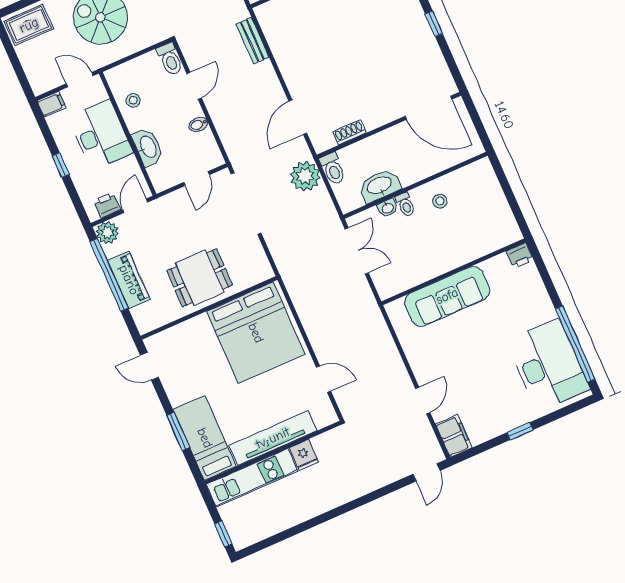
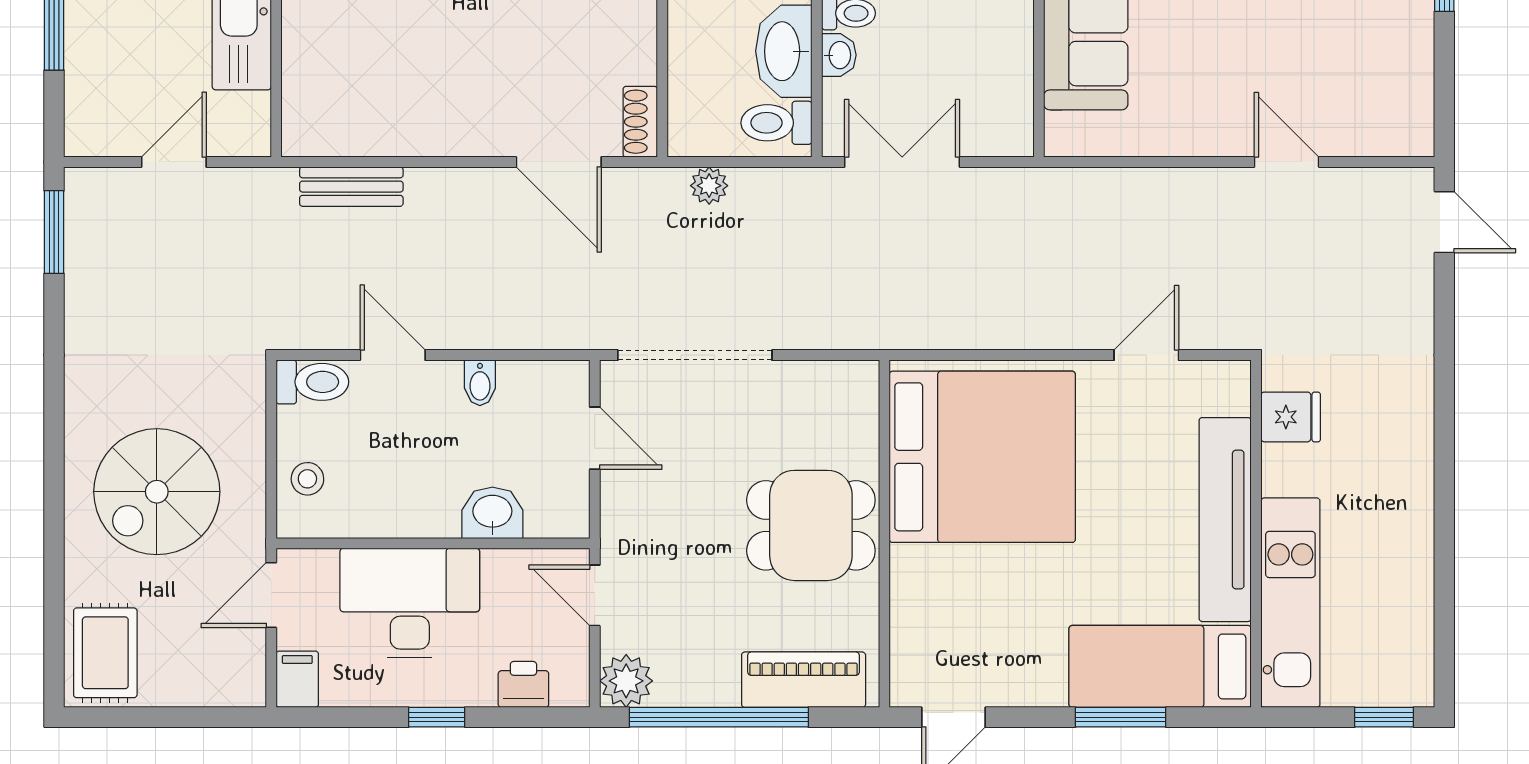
stool: (133, 100) -> (307, 479), moved
shoe rack: (349, 132) -> (640, 122), moved
washbasin: (148, 147) -> (492, 513), width x0.72
toilet: (333, 169) -> (776, 123), moved, turned 180
plant: (305, 176) -> (709, 186), width x0.53, depth x0.53
printer: (107, 205) -> (523, 684), moved, turned 90
dining table: (200, 278) -> (811, 525), turned 90
piano: (129, 280) -> (804, 680), moved
filing cabinet: (454, 436) -> (1392, 129), removed
fridge: (304, 455) -> (1291, 417), moved

